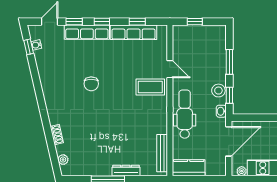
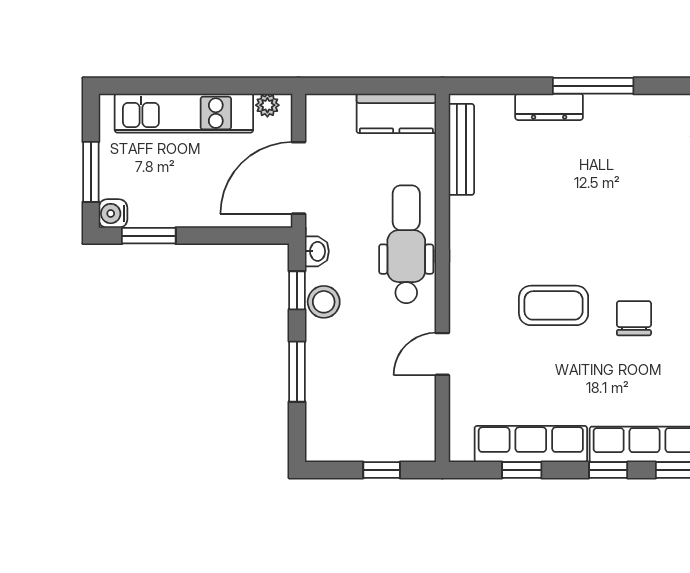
door: (170, 69) -> (442, 354), hinge flipped
coffee table: (150, 87) -> (554, 305), moved
dental chair: (185, 114) -> (406, 244), turned 180

